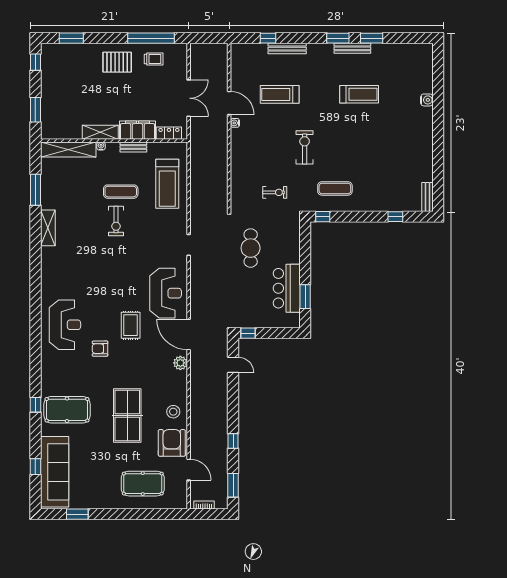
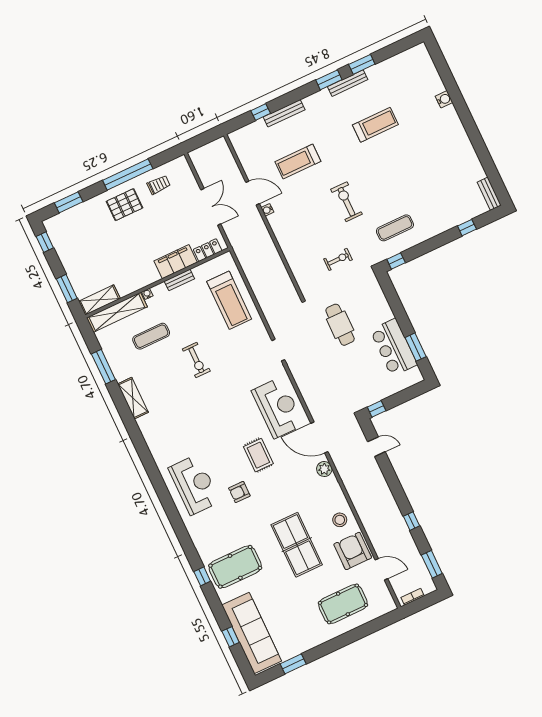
window: (151, 38) -> (128, 174), moved
shelving: (100, 132) -> (99, 300), moved
exercise mat: (121, 192) -> (151, 336), moved

